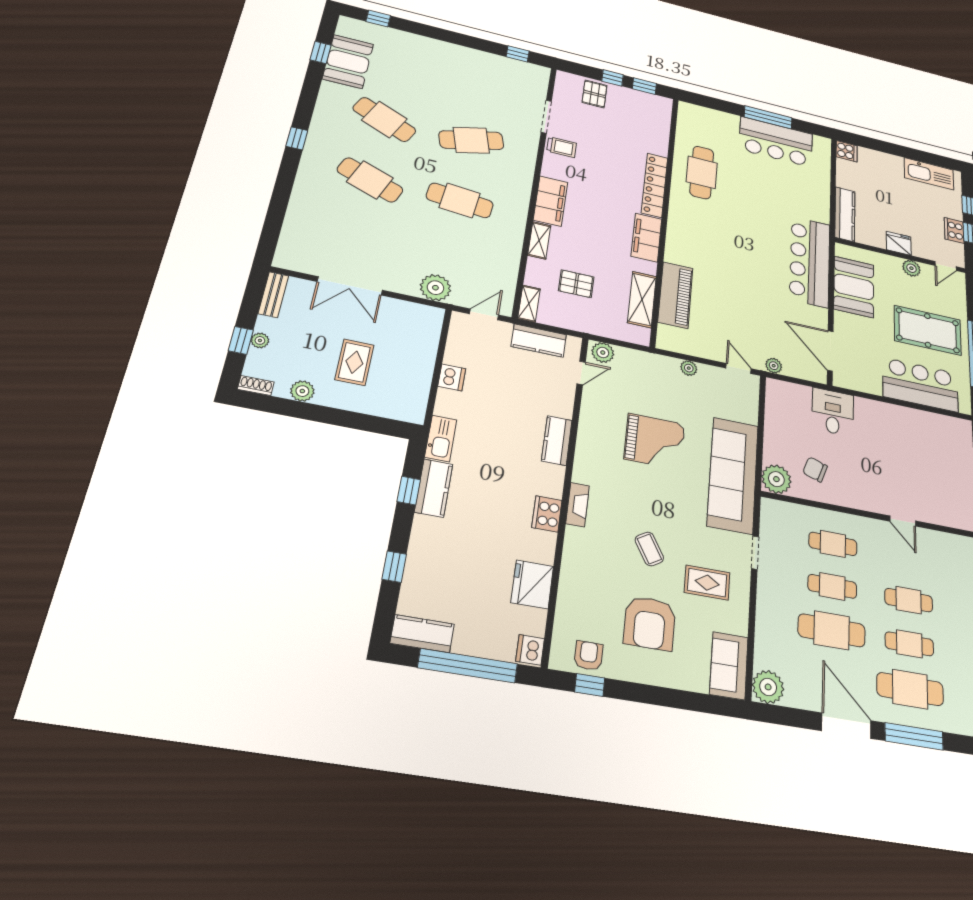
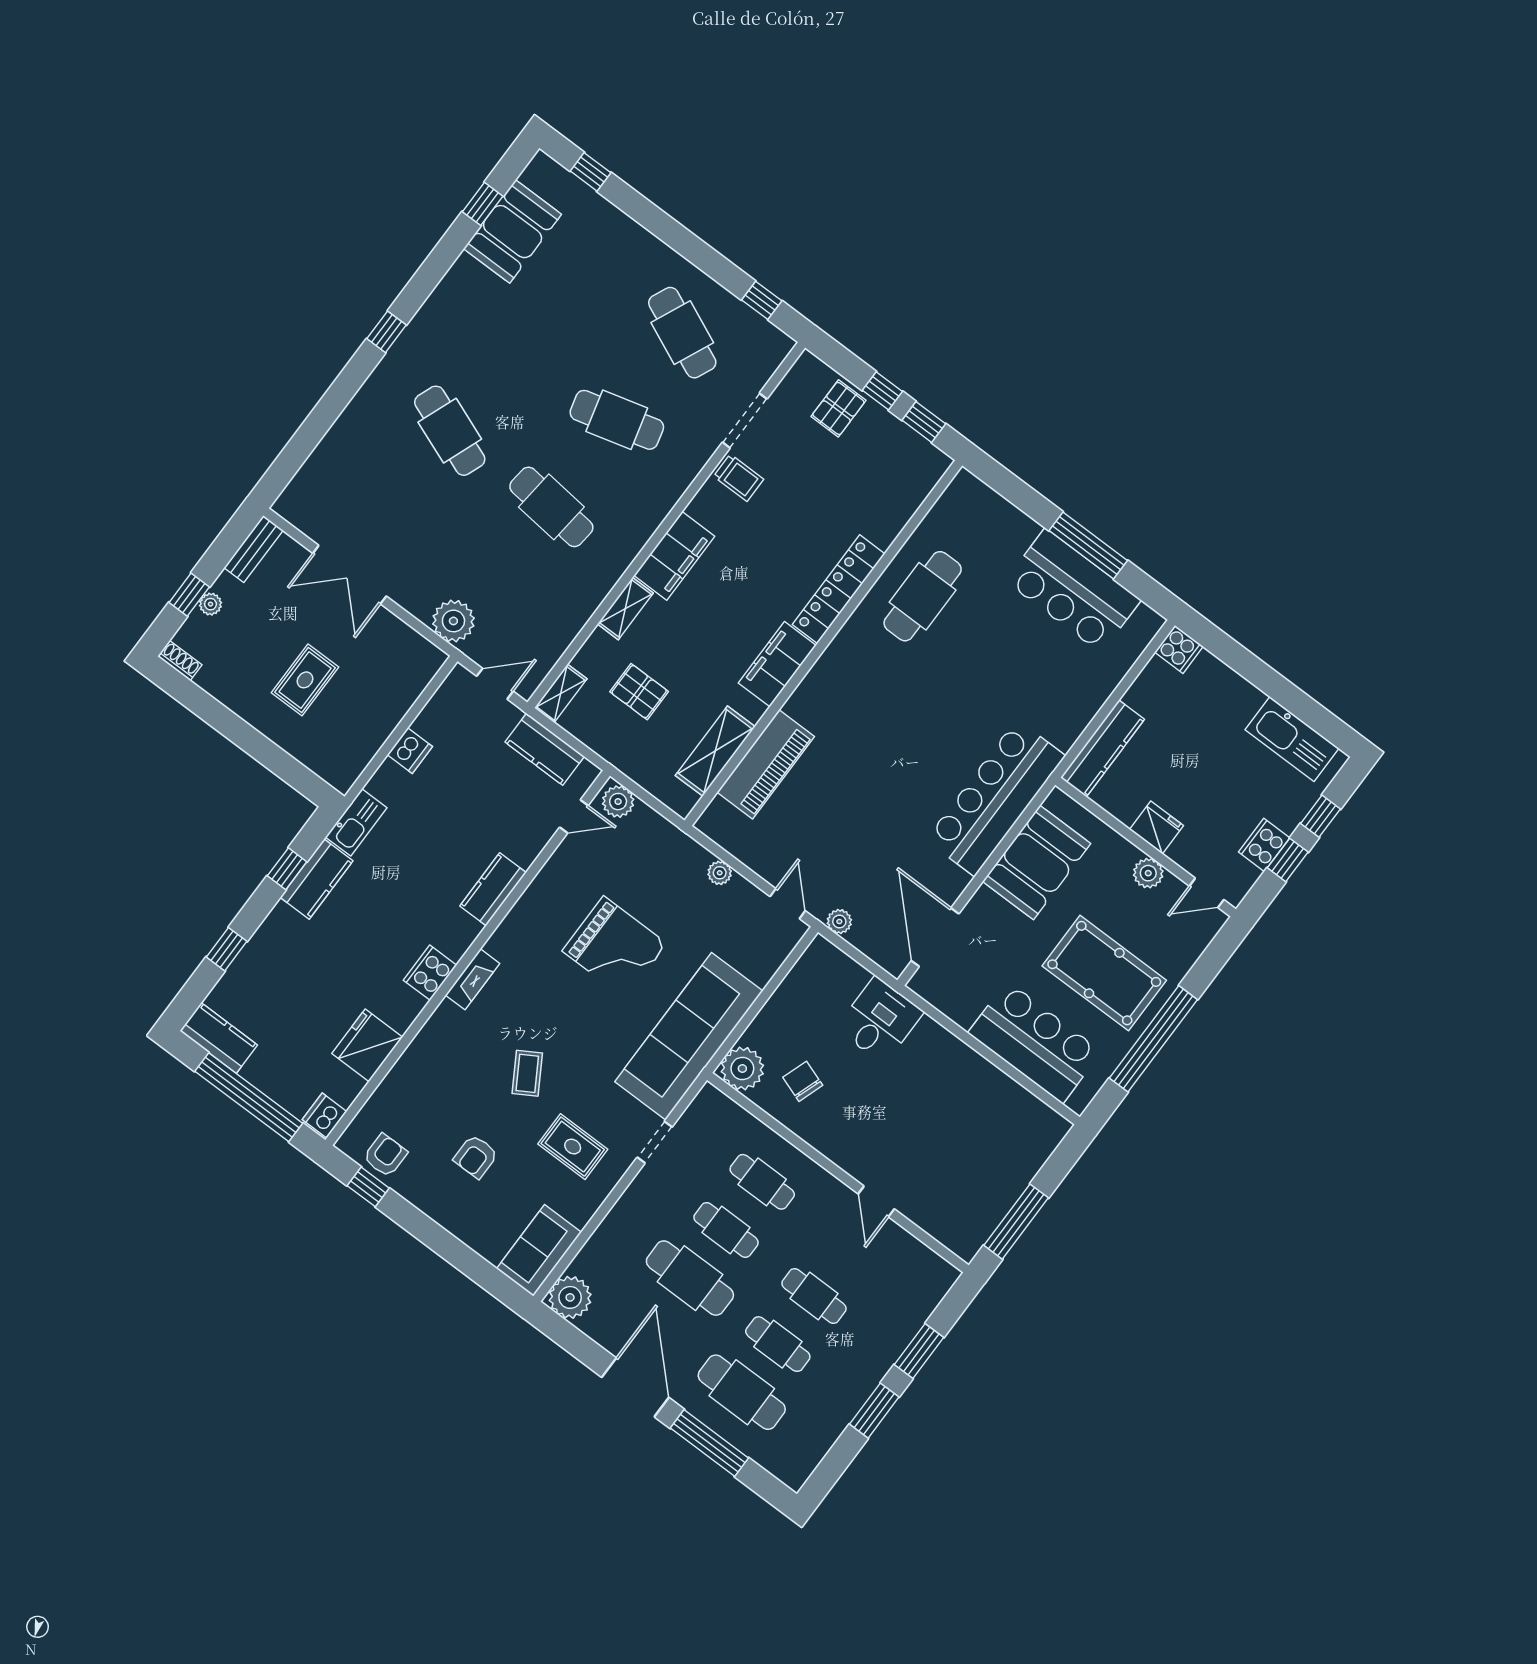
cafe table: (384, 119) -> (682, 333), moved
plant: (302, 391) -> (228, 691), removed
armchair: (650, 623) -> (476, 1157), width x0.53, depth x0.53

